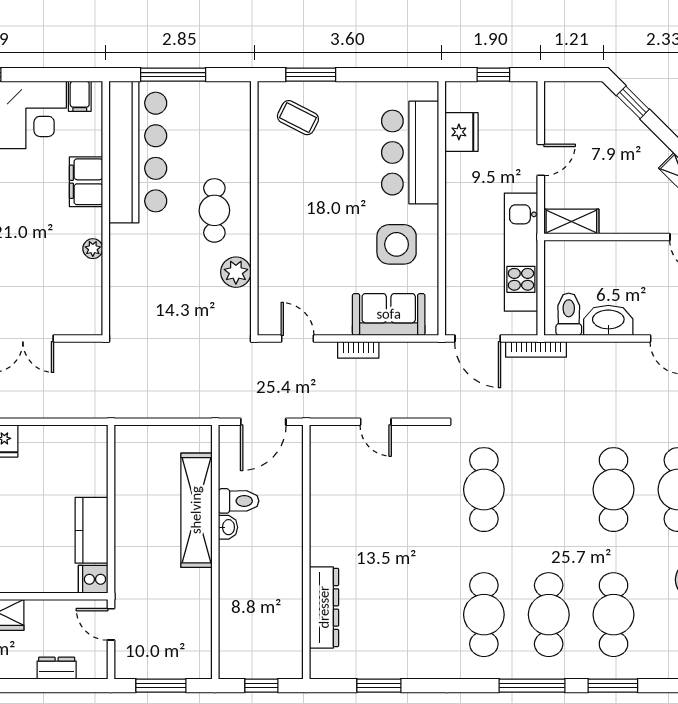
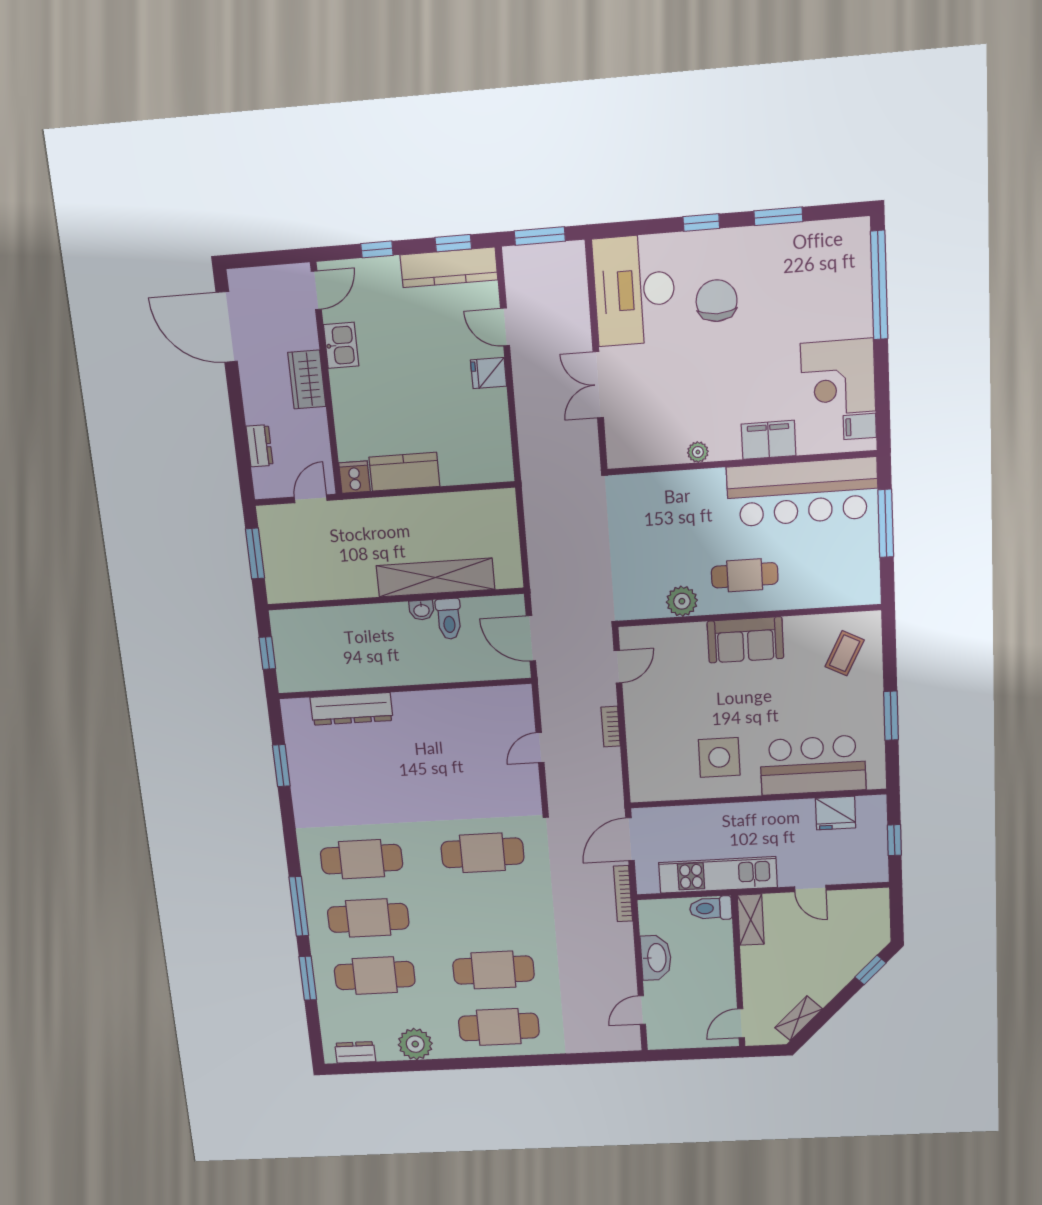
window: (311, 75) -> (891, 716), moved
sofa: (389, 314) -> (745, 640), moved, turned 90
toilet: (569, 314) -> (711, 908), moved, turned 180

